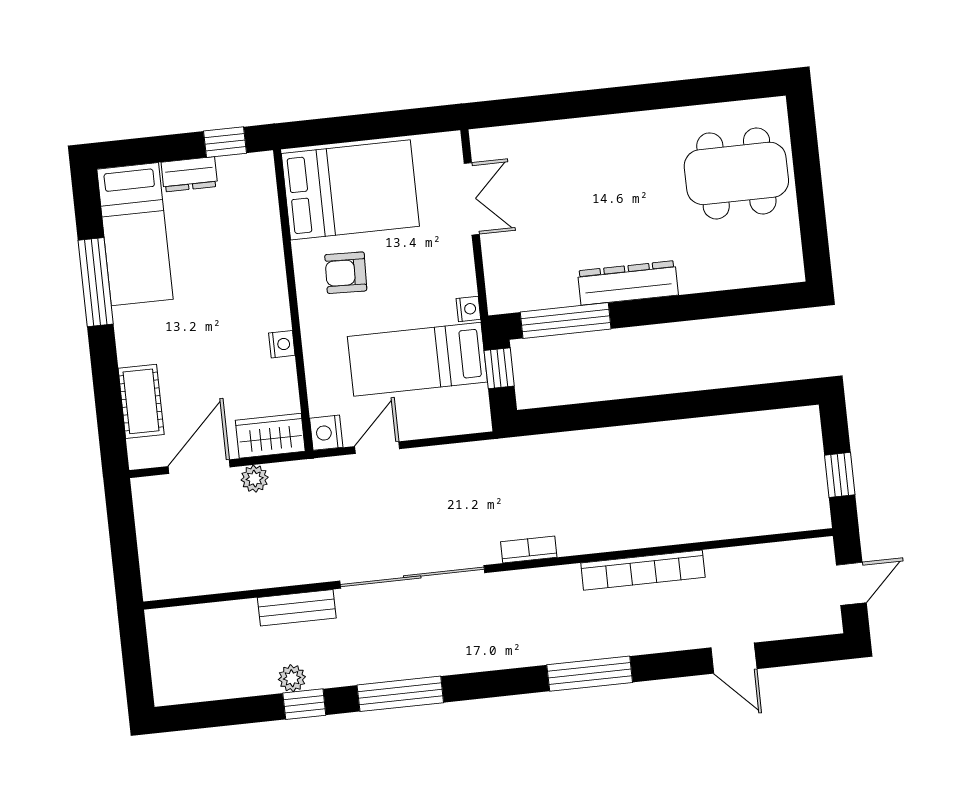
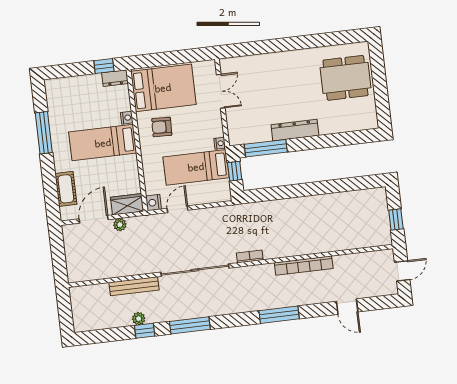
dresser: (189, 174) -> (115, 78), moved
bed: (135, 234) -> (103, 143), moved, turned 90
nightstand: (282, 344) -> (127, 118), moved
bench: (297, 608) -> (134, 286), width x1.36

